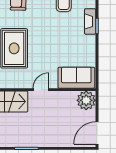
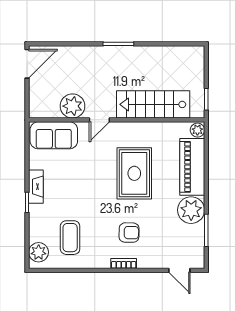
fireplace: (90, 21) -> (36, 187), moved
plant: (86, 100) -> (72, 106), moved

